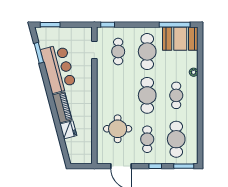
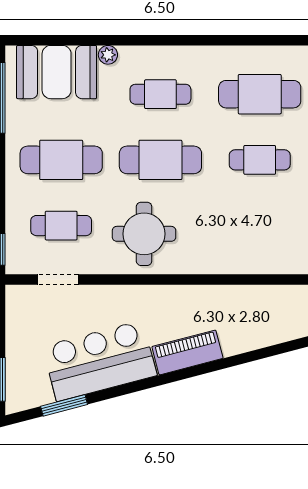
booth: (180, 39) -> (57, 72), moved, turned 90
round table: (118, 129) -> (144, 234), moved
fridge: (68, 130) -> (238, 339), removed

